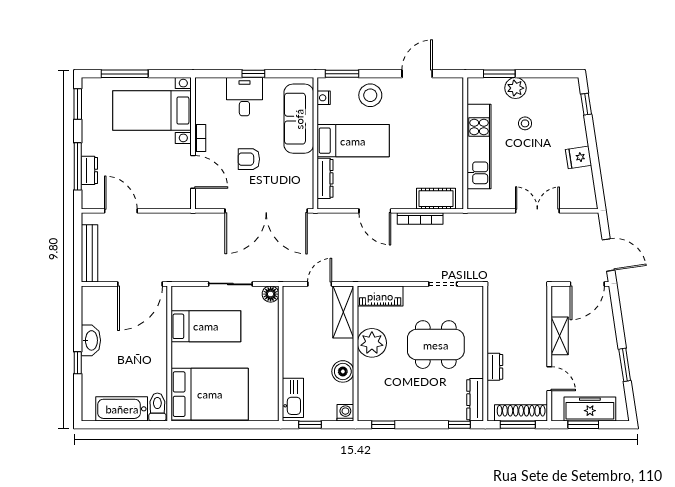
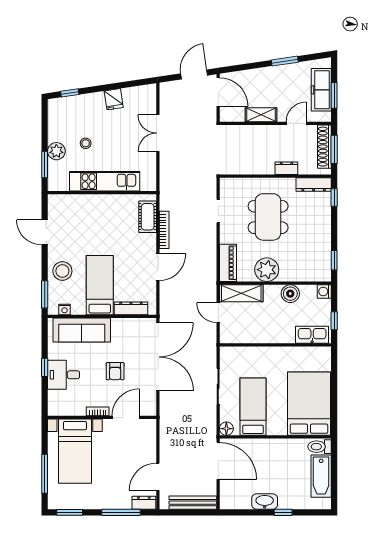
dresser: (89, 170) -> (144, 503), moved
floor lamp: (271, 294) -> (226, 429), moved

